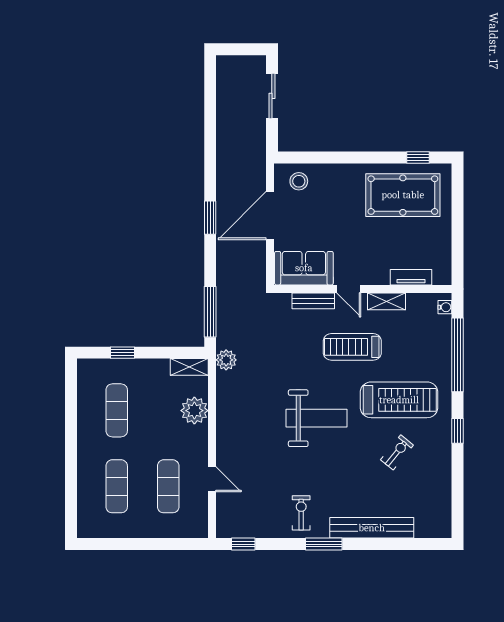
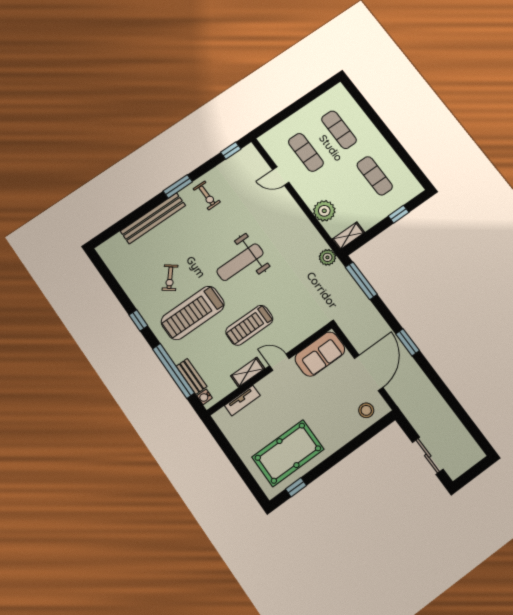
bench: (313, 301) -> (192, 376), moved, turned 90
treadmill: (352, 347) -> (249, 325), turned 180

